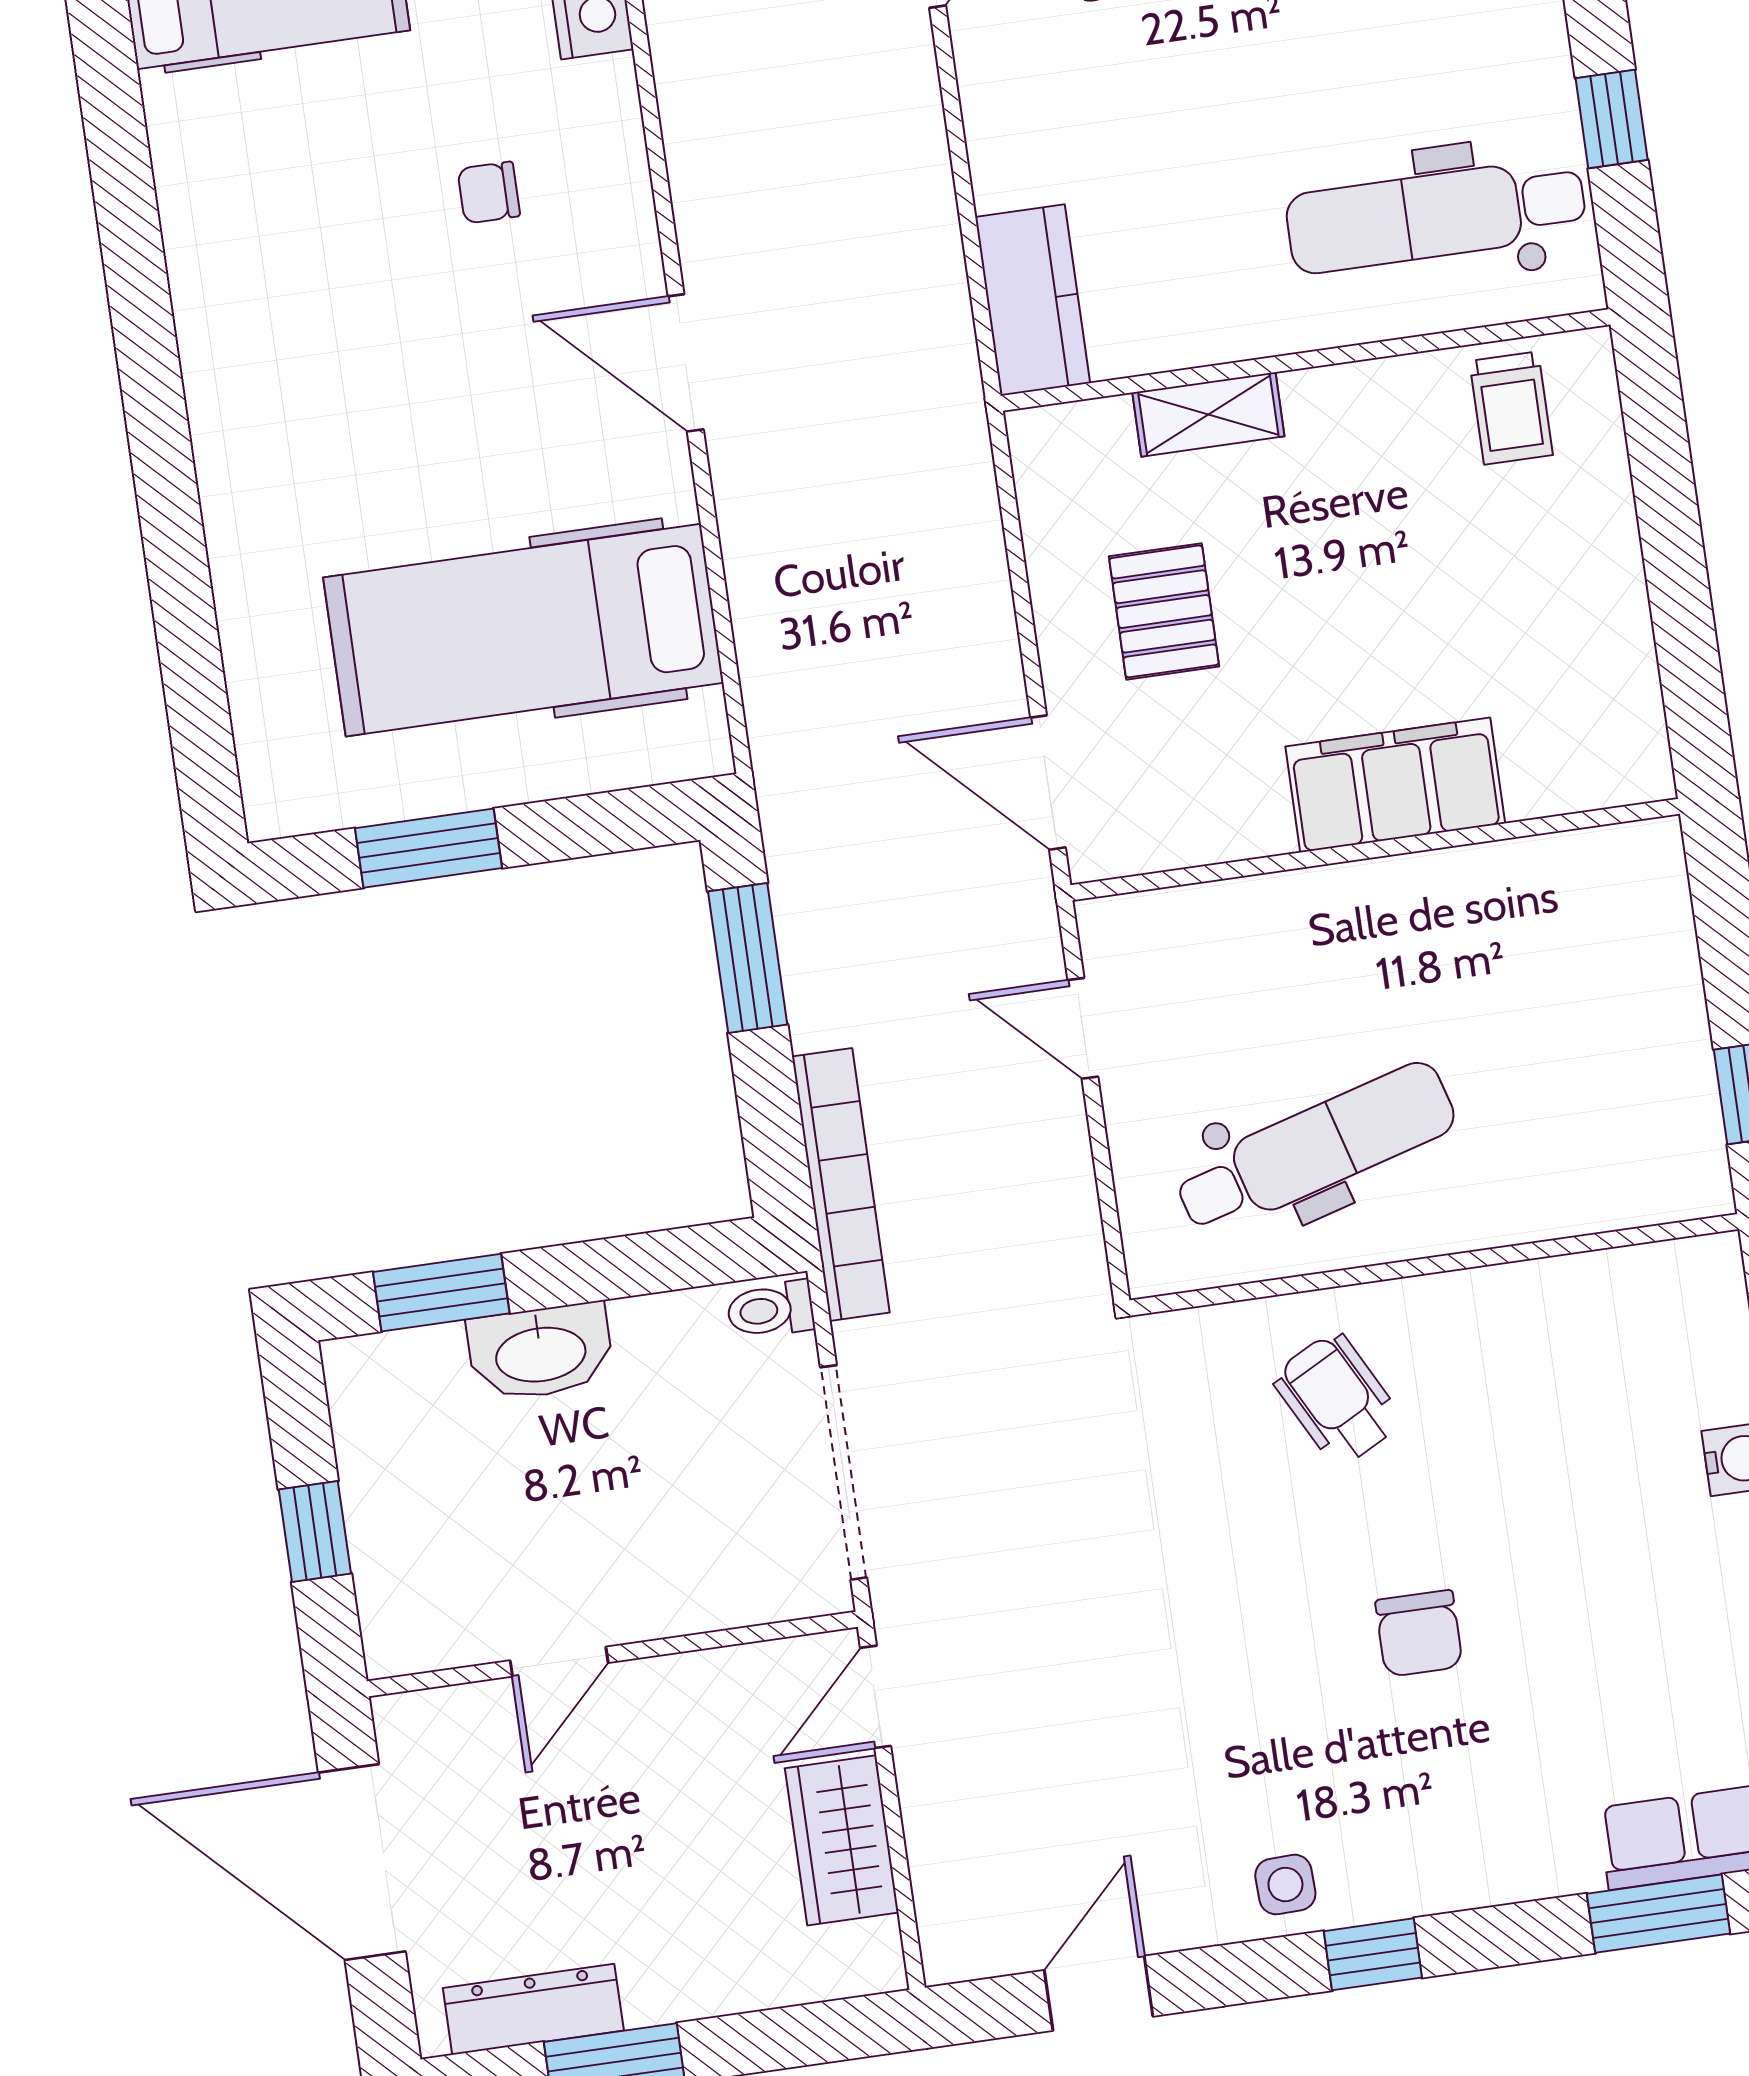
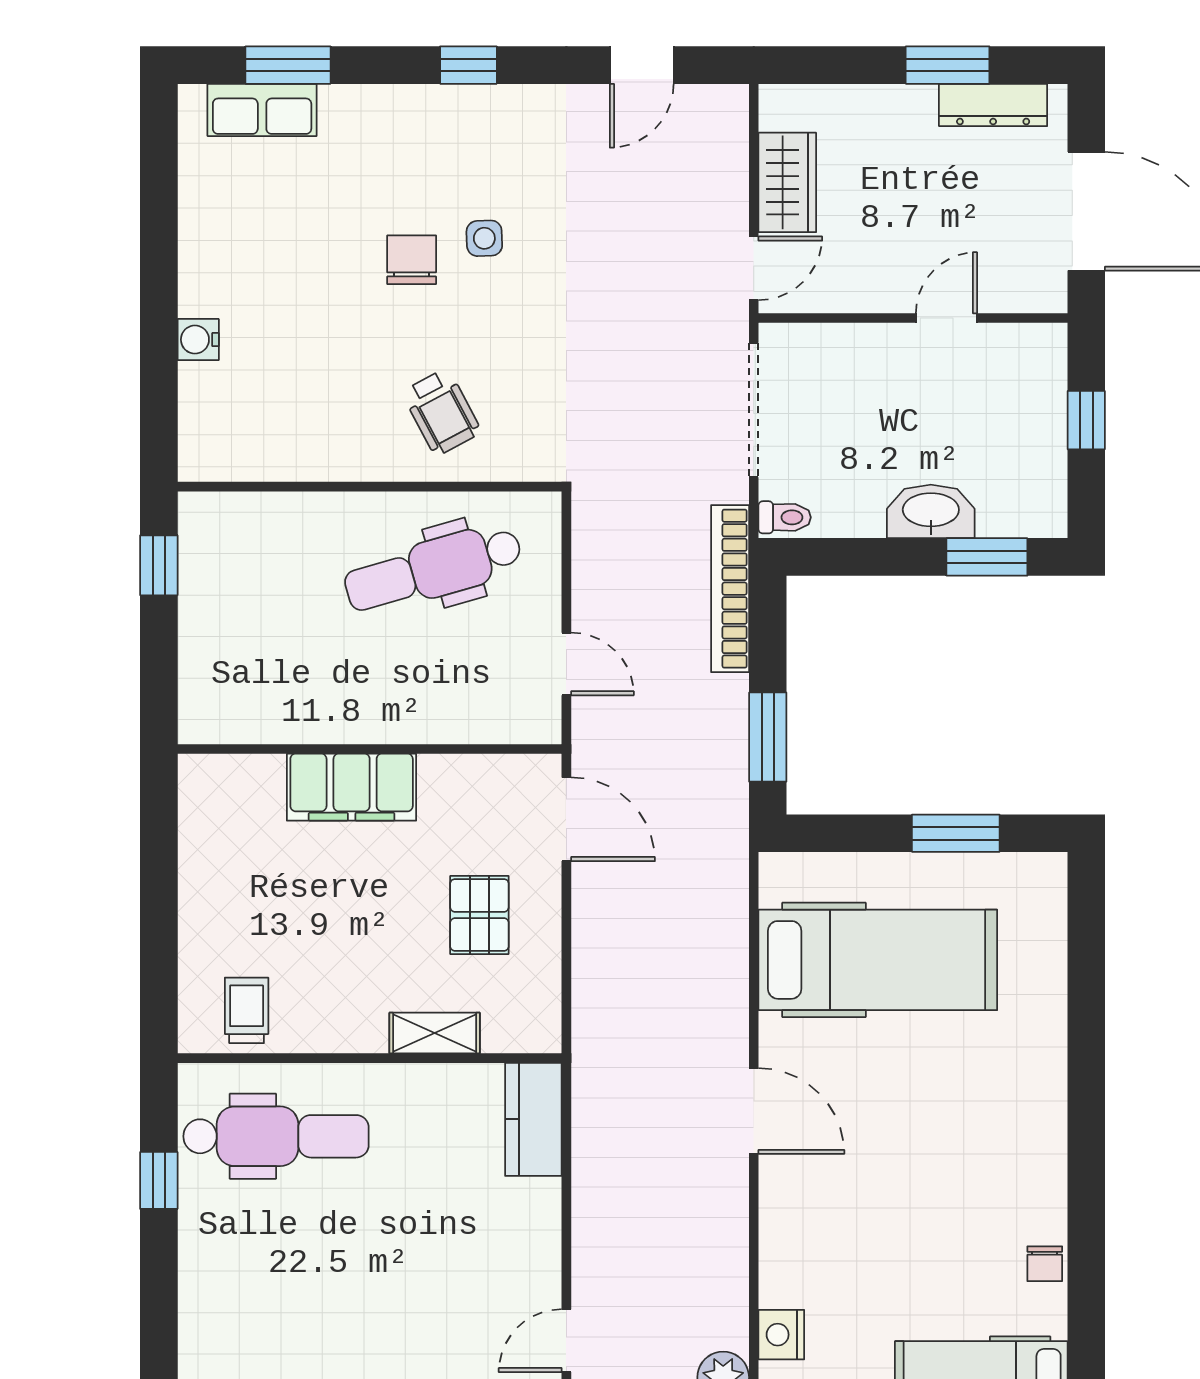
chair: (489, 193) -> (1045, 1264), moved, turned 90
side table: (1285, 1885) -> (484, 238), moved

